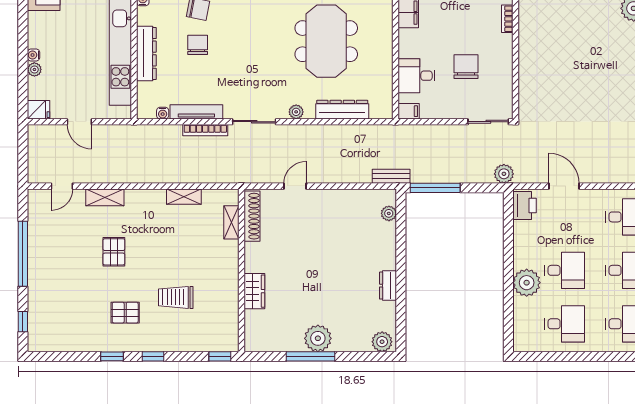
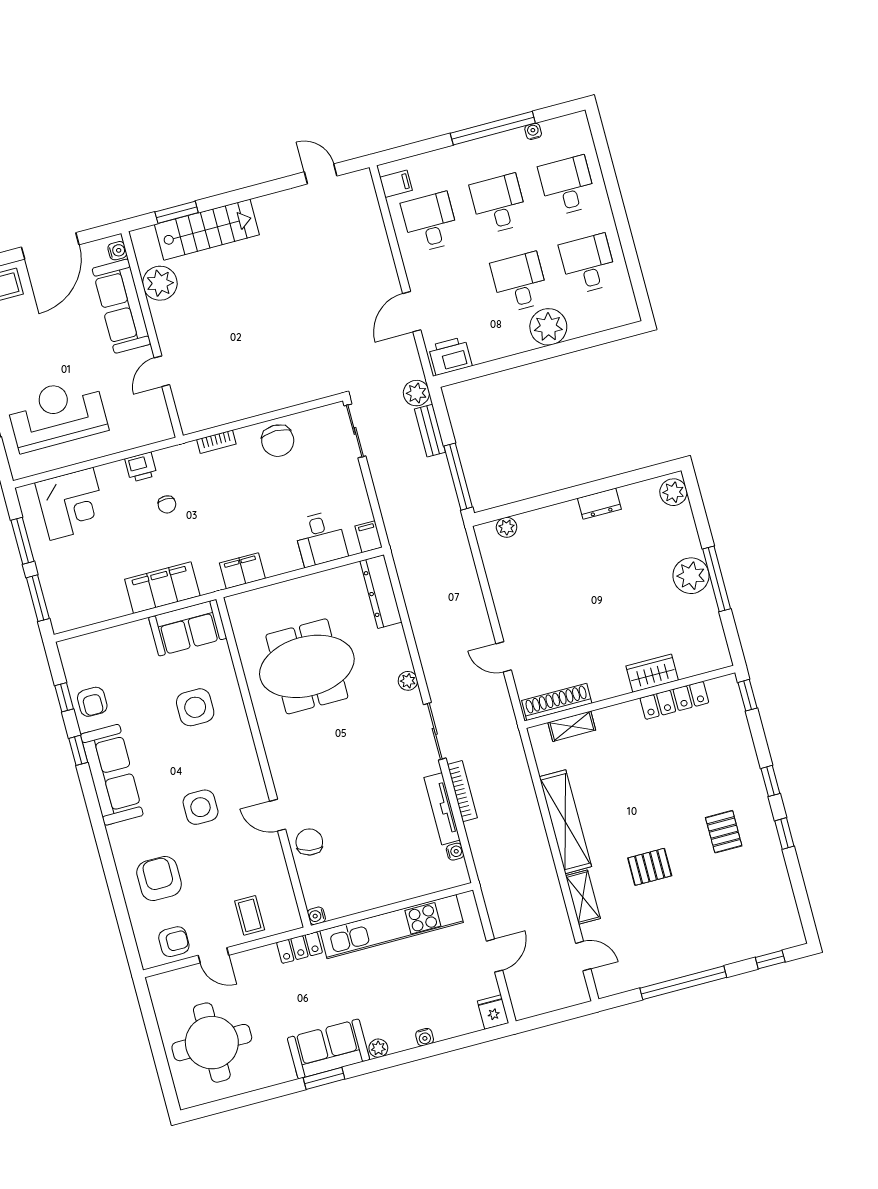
chair: (198, 45) -> (356, 830), removed
dresser: (146, 53) -> (384, 893), removed
chair: (466, 67) -> (278, 441), moved, turned -90
plant: (34, 69) -> (378, 1048), moved
dresser: (342, 110) -> (381, 592), moved
bench: (391, 176) -> (430, 431), moved
shelving: (184, 197) -> (565, 822), width x2.20, depth x1.33
trolley: (176, 297) -> (687, 772), removed
locker: (230, 302) -> (674, 700), added

